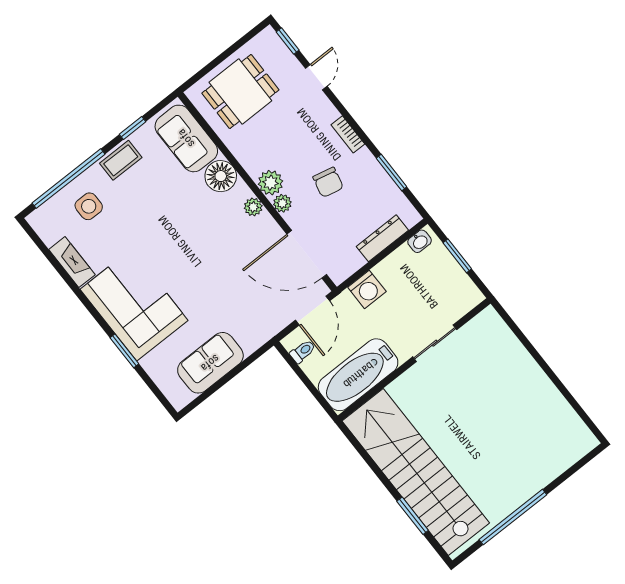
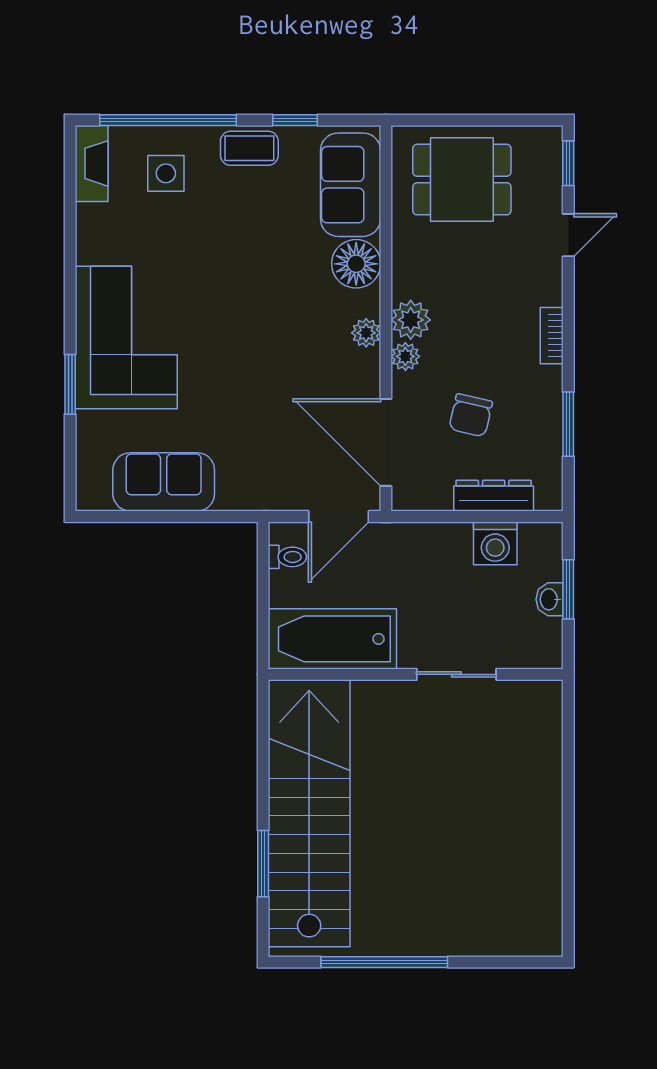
chair: (328, 182) -> (471, 415), moved
washbasin: (420, 241) -> (550, 599), moved, turned 90
fireplace: (72, 262) -> (92, 163), moved
washing machine: (367, 289) -> (495, 543), moved

